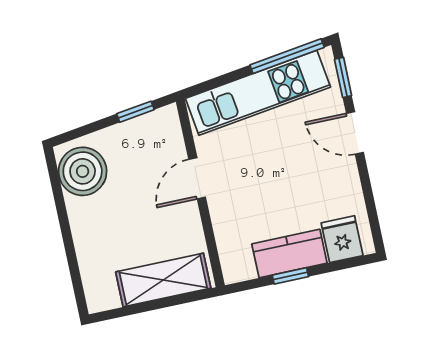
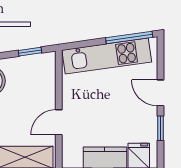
window: (343, 77) -> (160, 128), moved
door: (197, 178) -> (59, 122), moved

